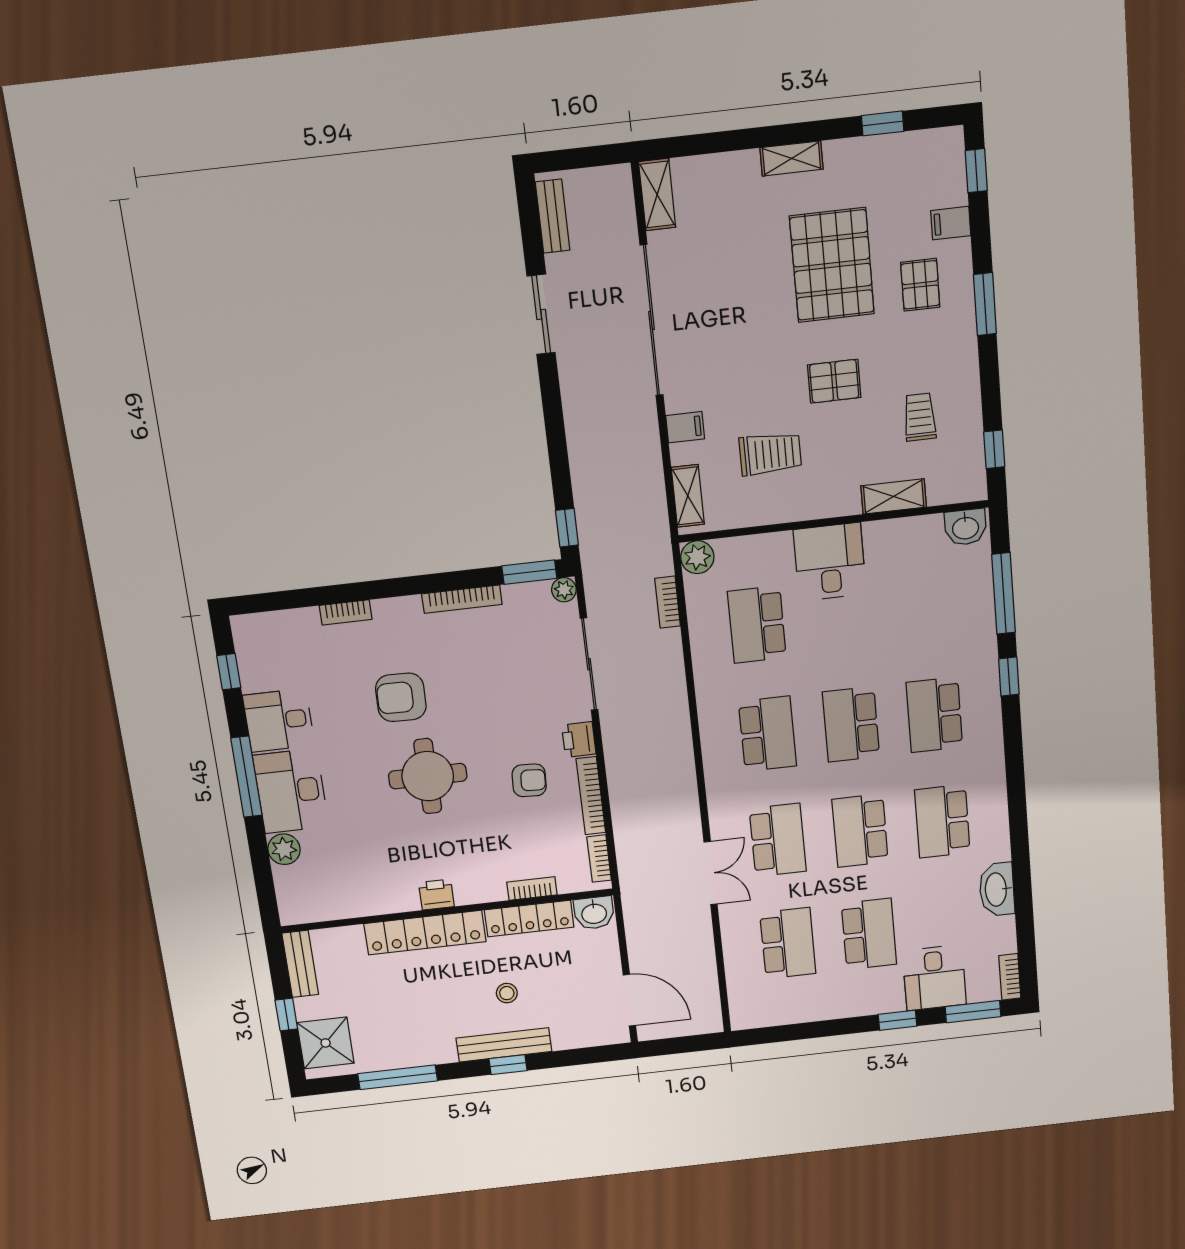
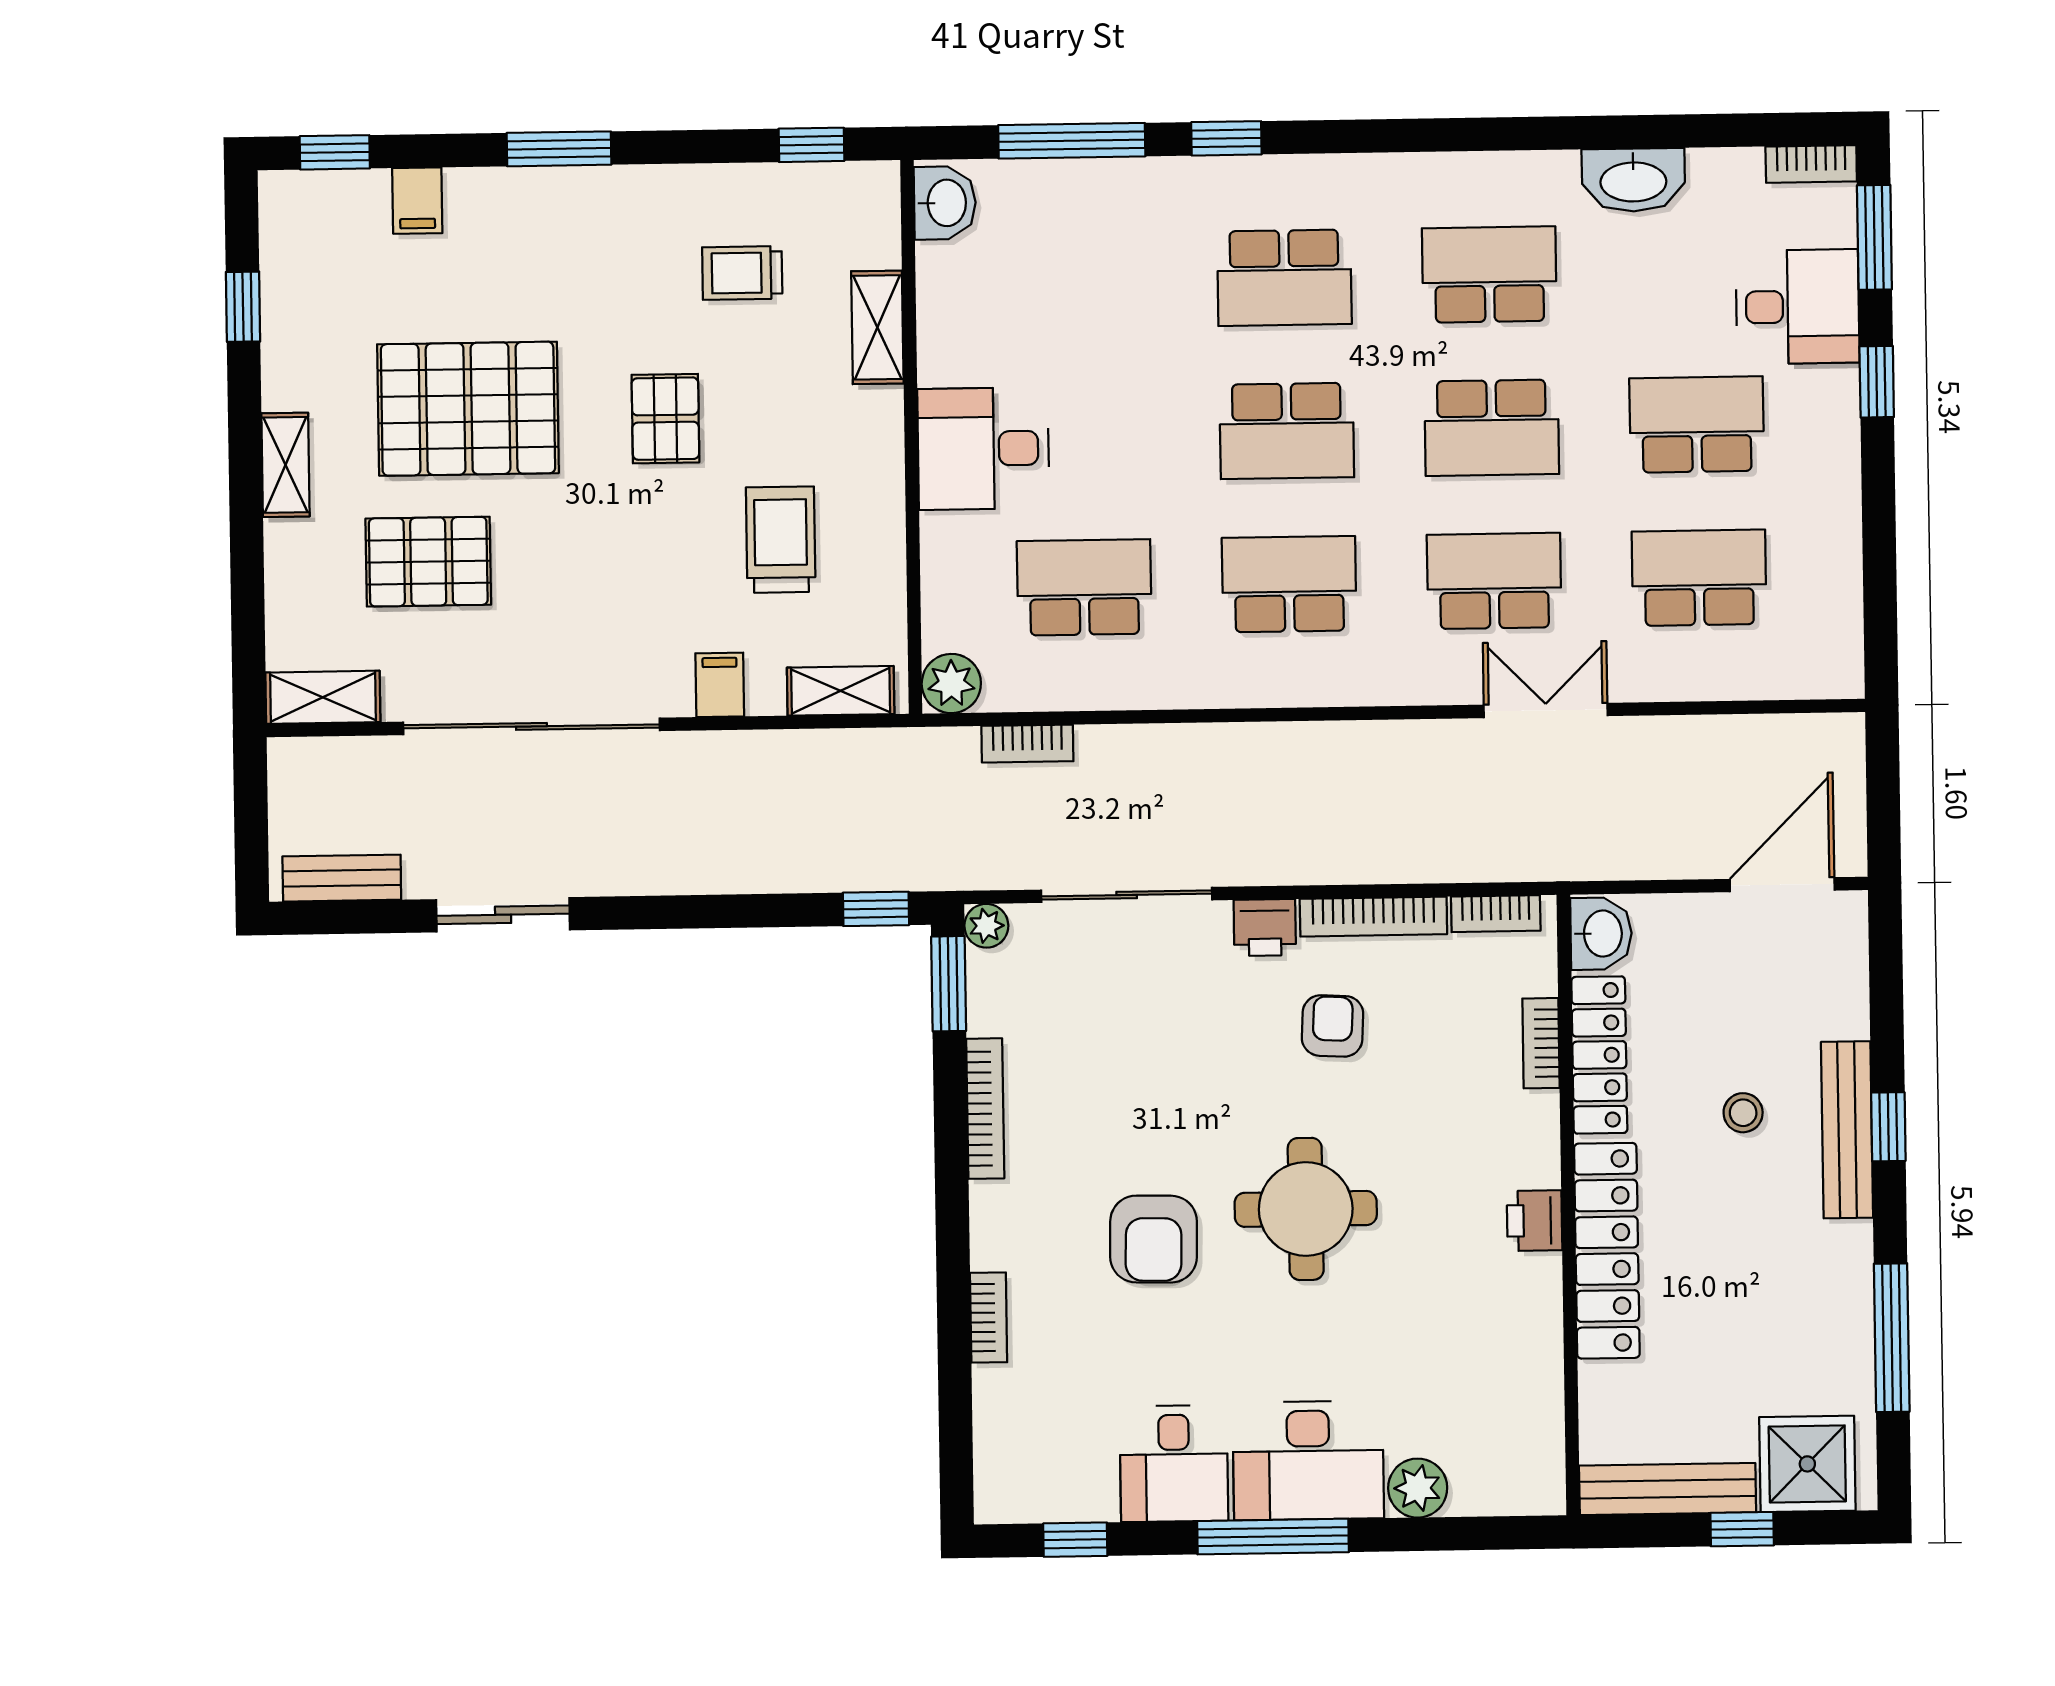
pallet: (920, 285) -> (428, 562), moved, width x1.50, depth x1.42
school desk: (757, 625) -> (1084, 587), turned 180
school desk: (942, 821) -> (1489, 274), turned 180
bench: (300, 964) -> (1668, 1489), width x1.36

